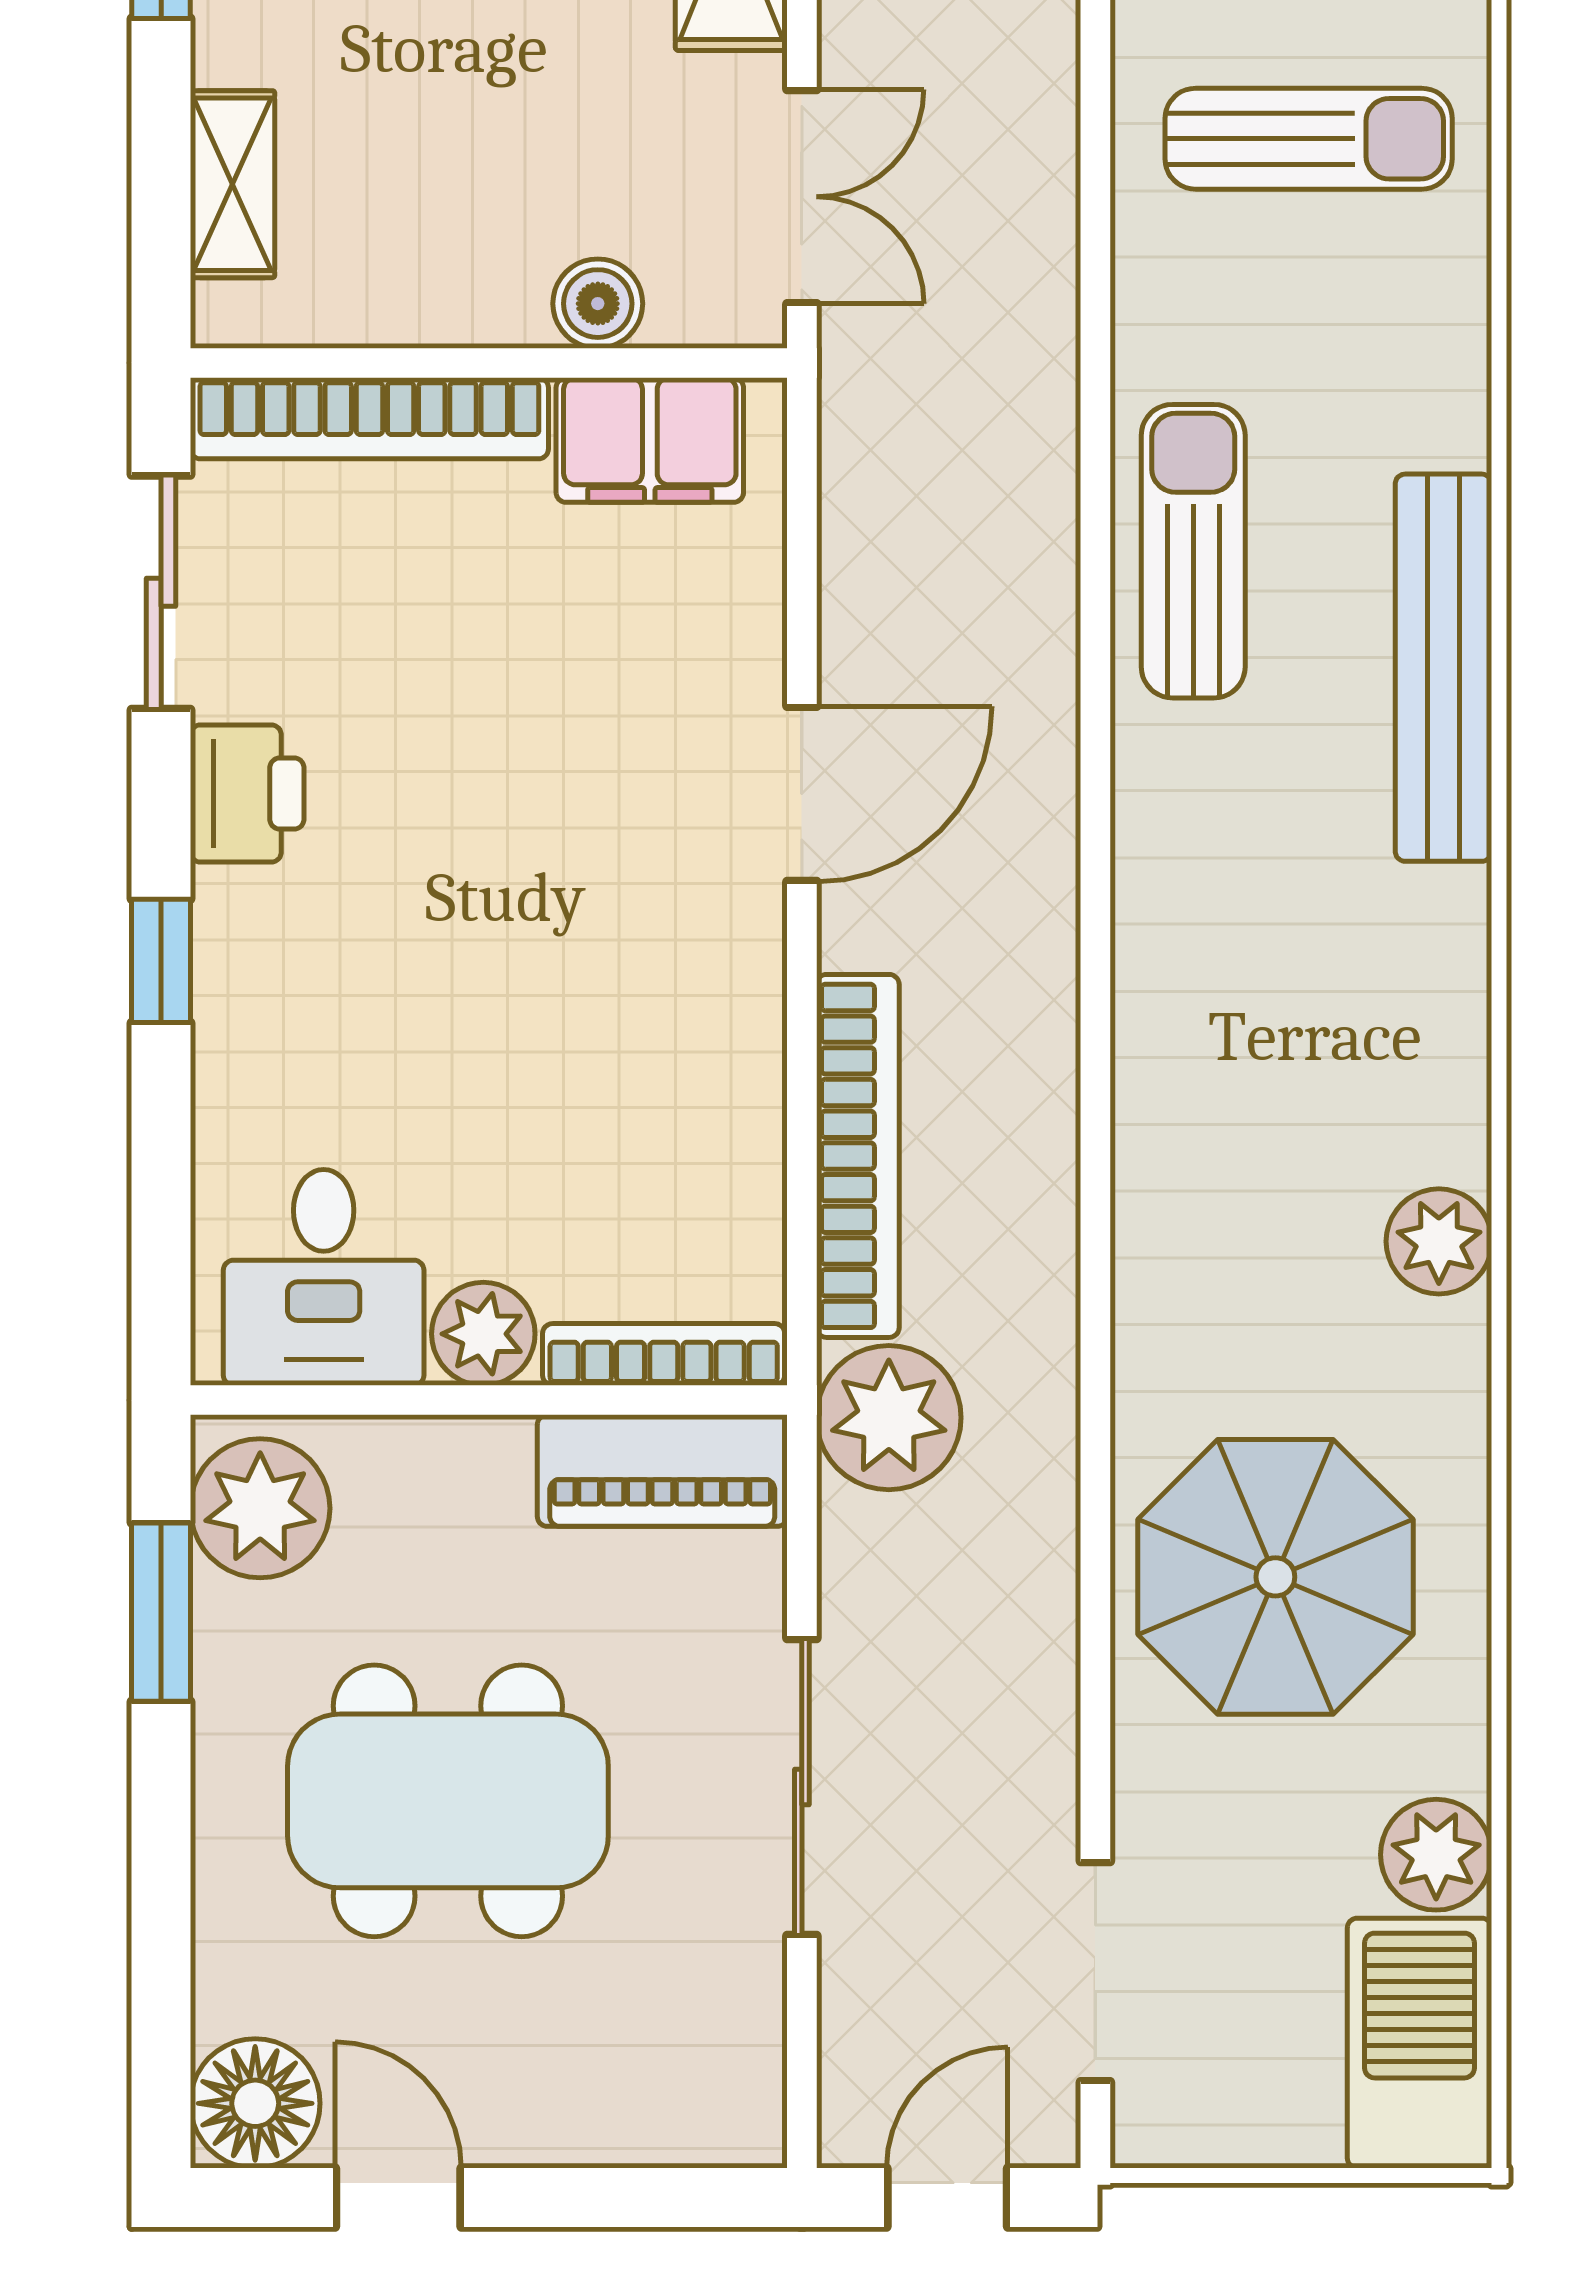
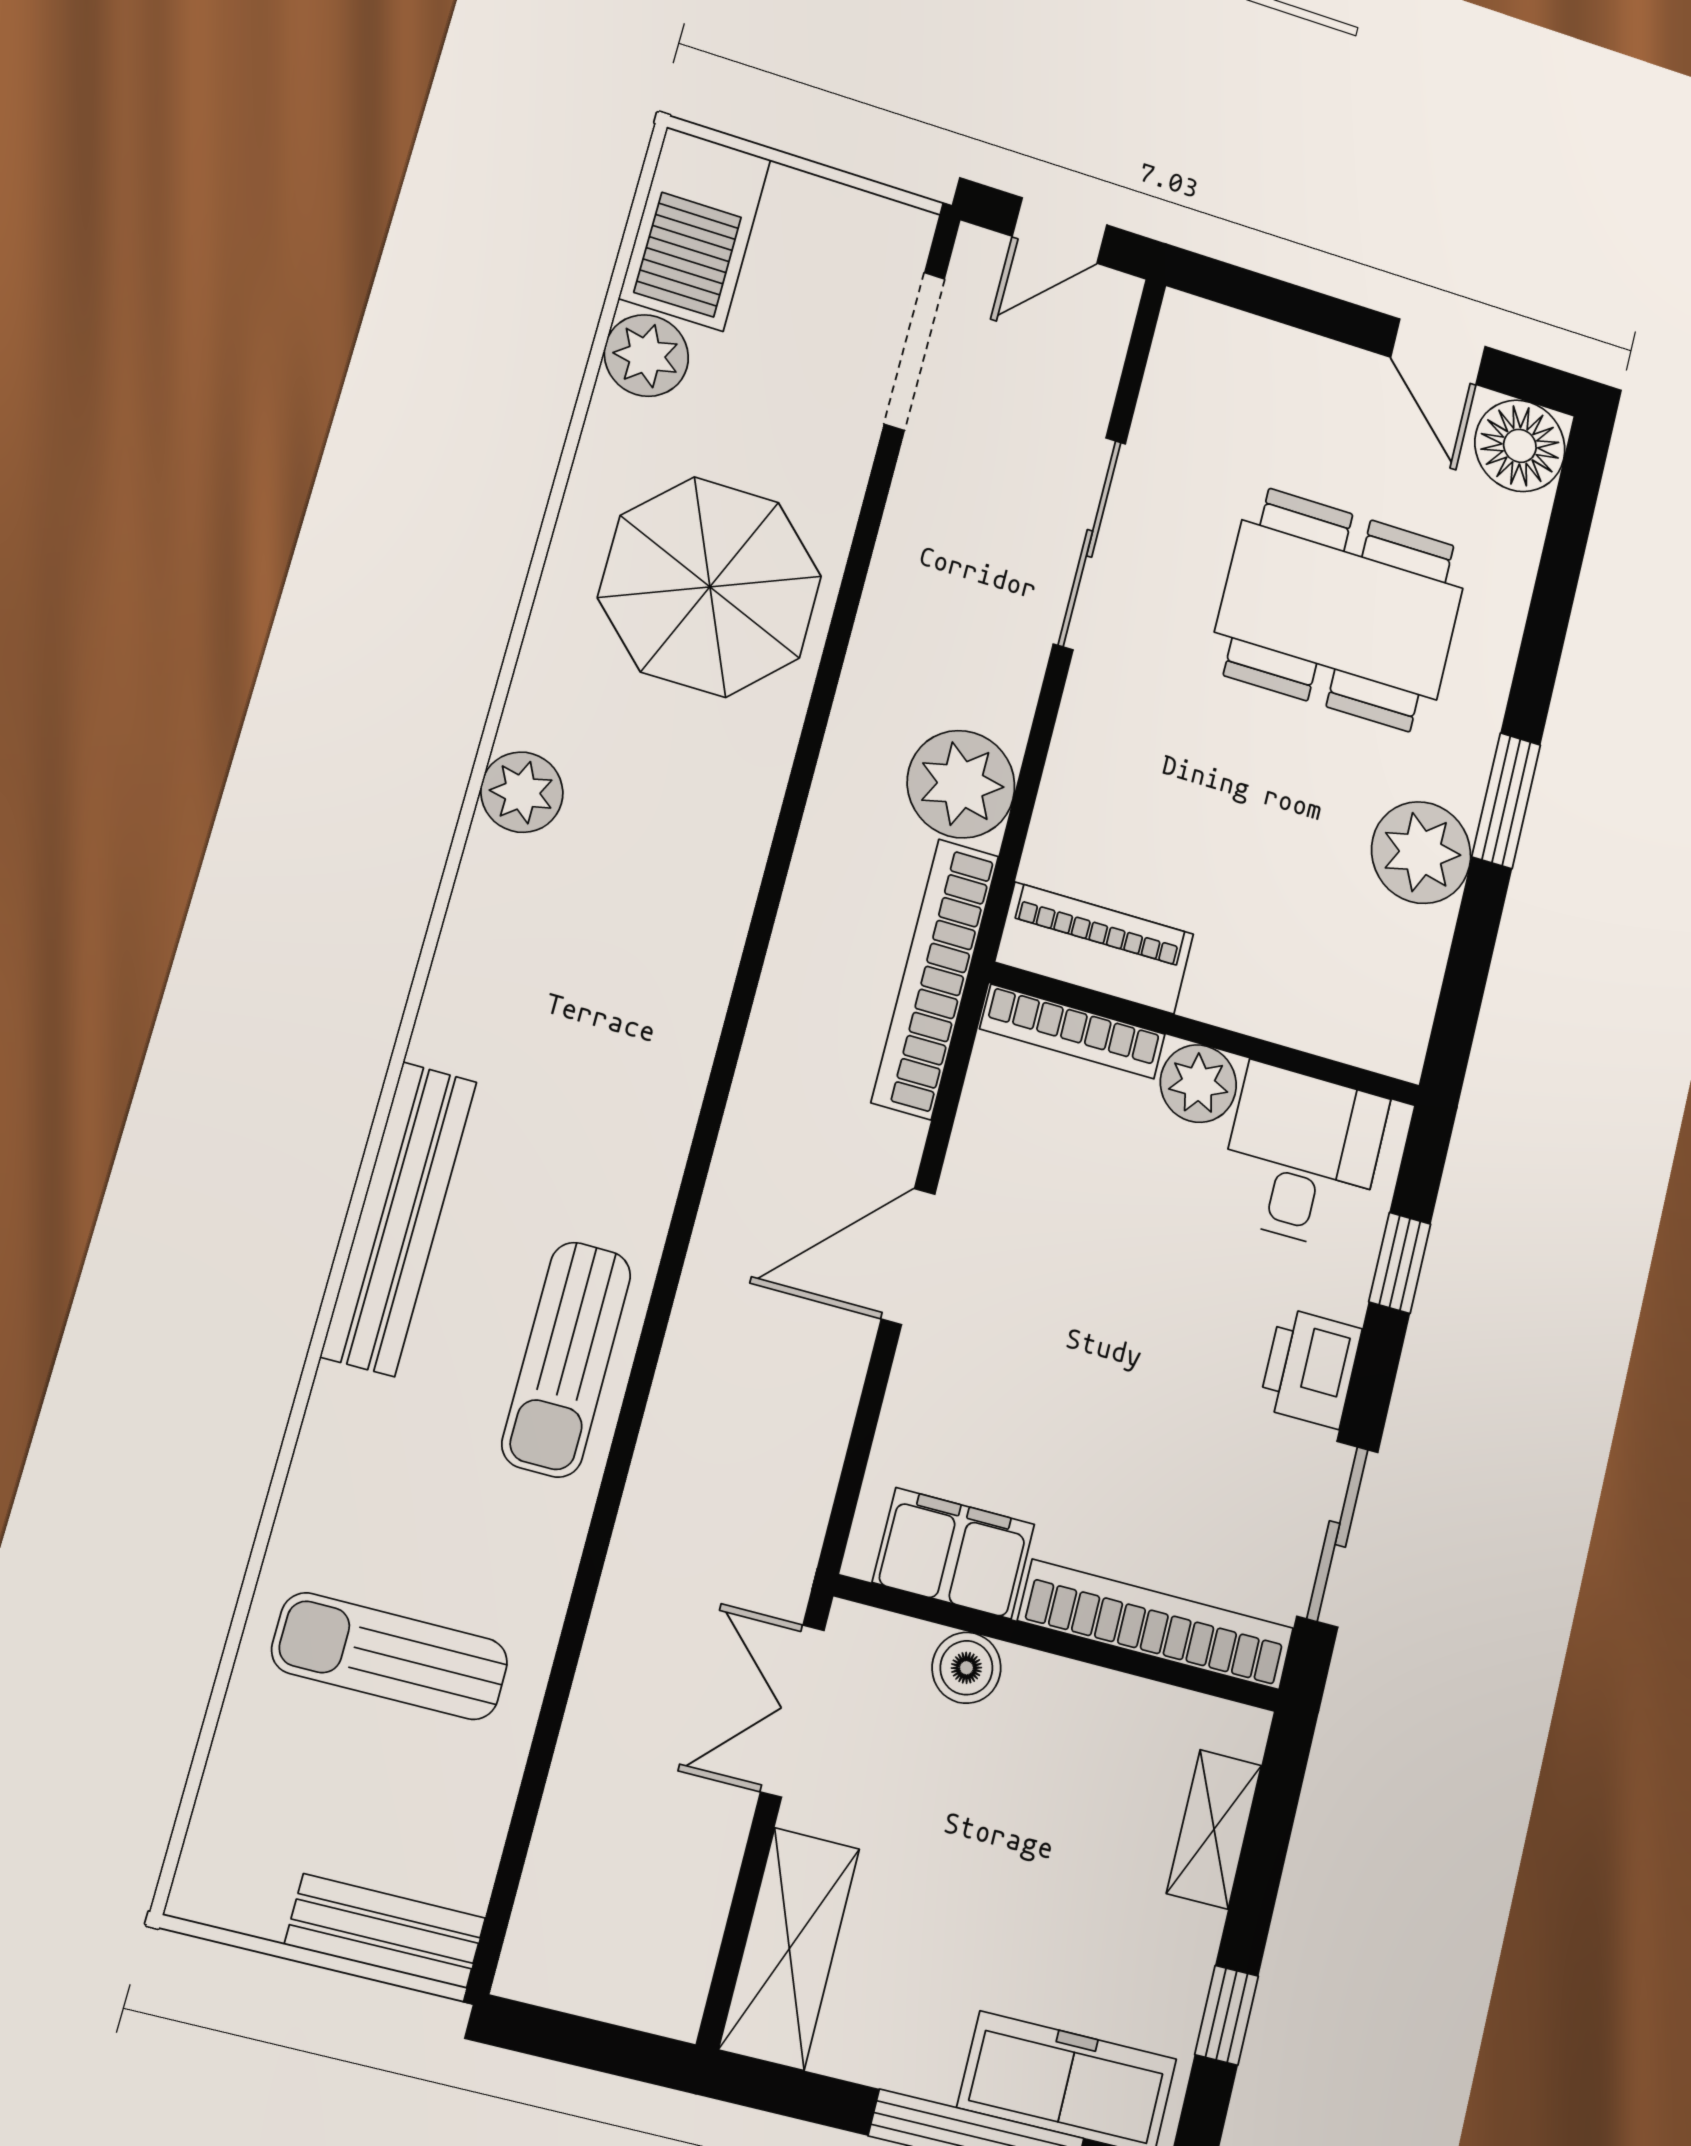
desk: (324, 1277) -> (1302, 1157), moved
plant: (483, 1334) -> (1198, 1084), moved
bookcase: (664, 1354) -> (1073, 1032), moved
wall: (489, 1400) -> (1206, 1035), moved
piano: (662, 1471) -> (1094, 948), moved

